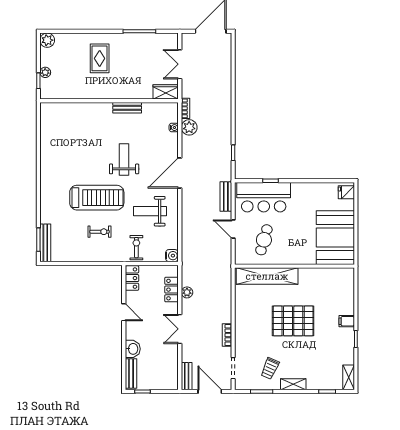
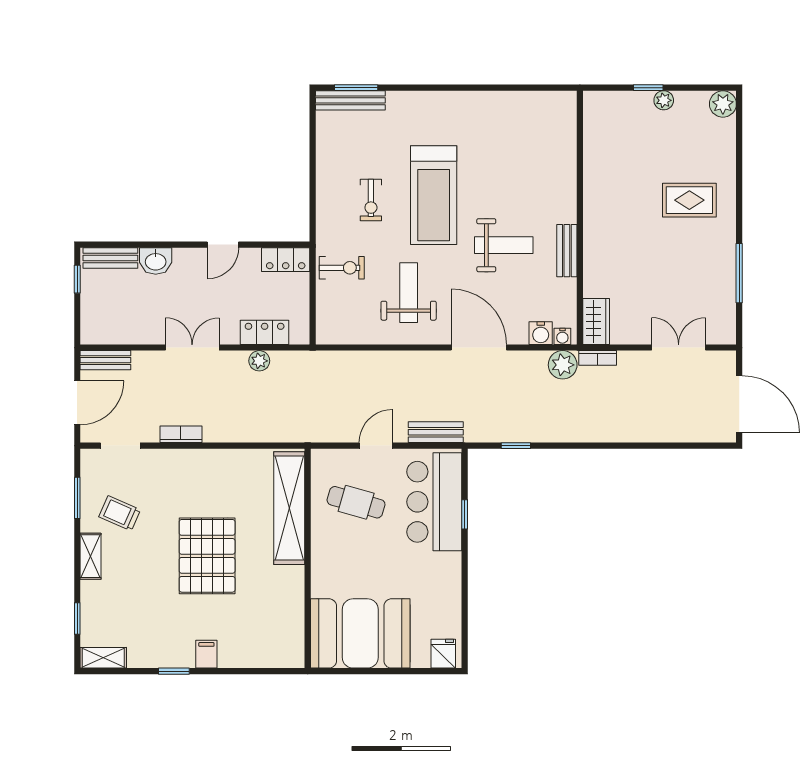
wardrobe: (166, 92) -> (596, 322), moved
wall: (109, 101) -> (580, 218), moved
bench: (127, 108) -> (567, 251), moved
water cooler: (172, 256) -> (541, 333), moved

